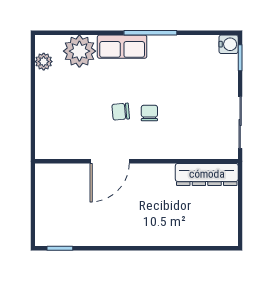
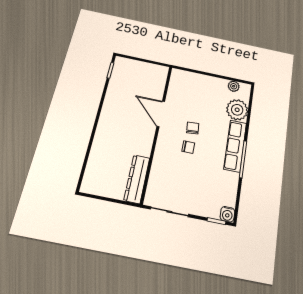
row of seats: (122, 47) -> (235, 146), width x1.48

